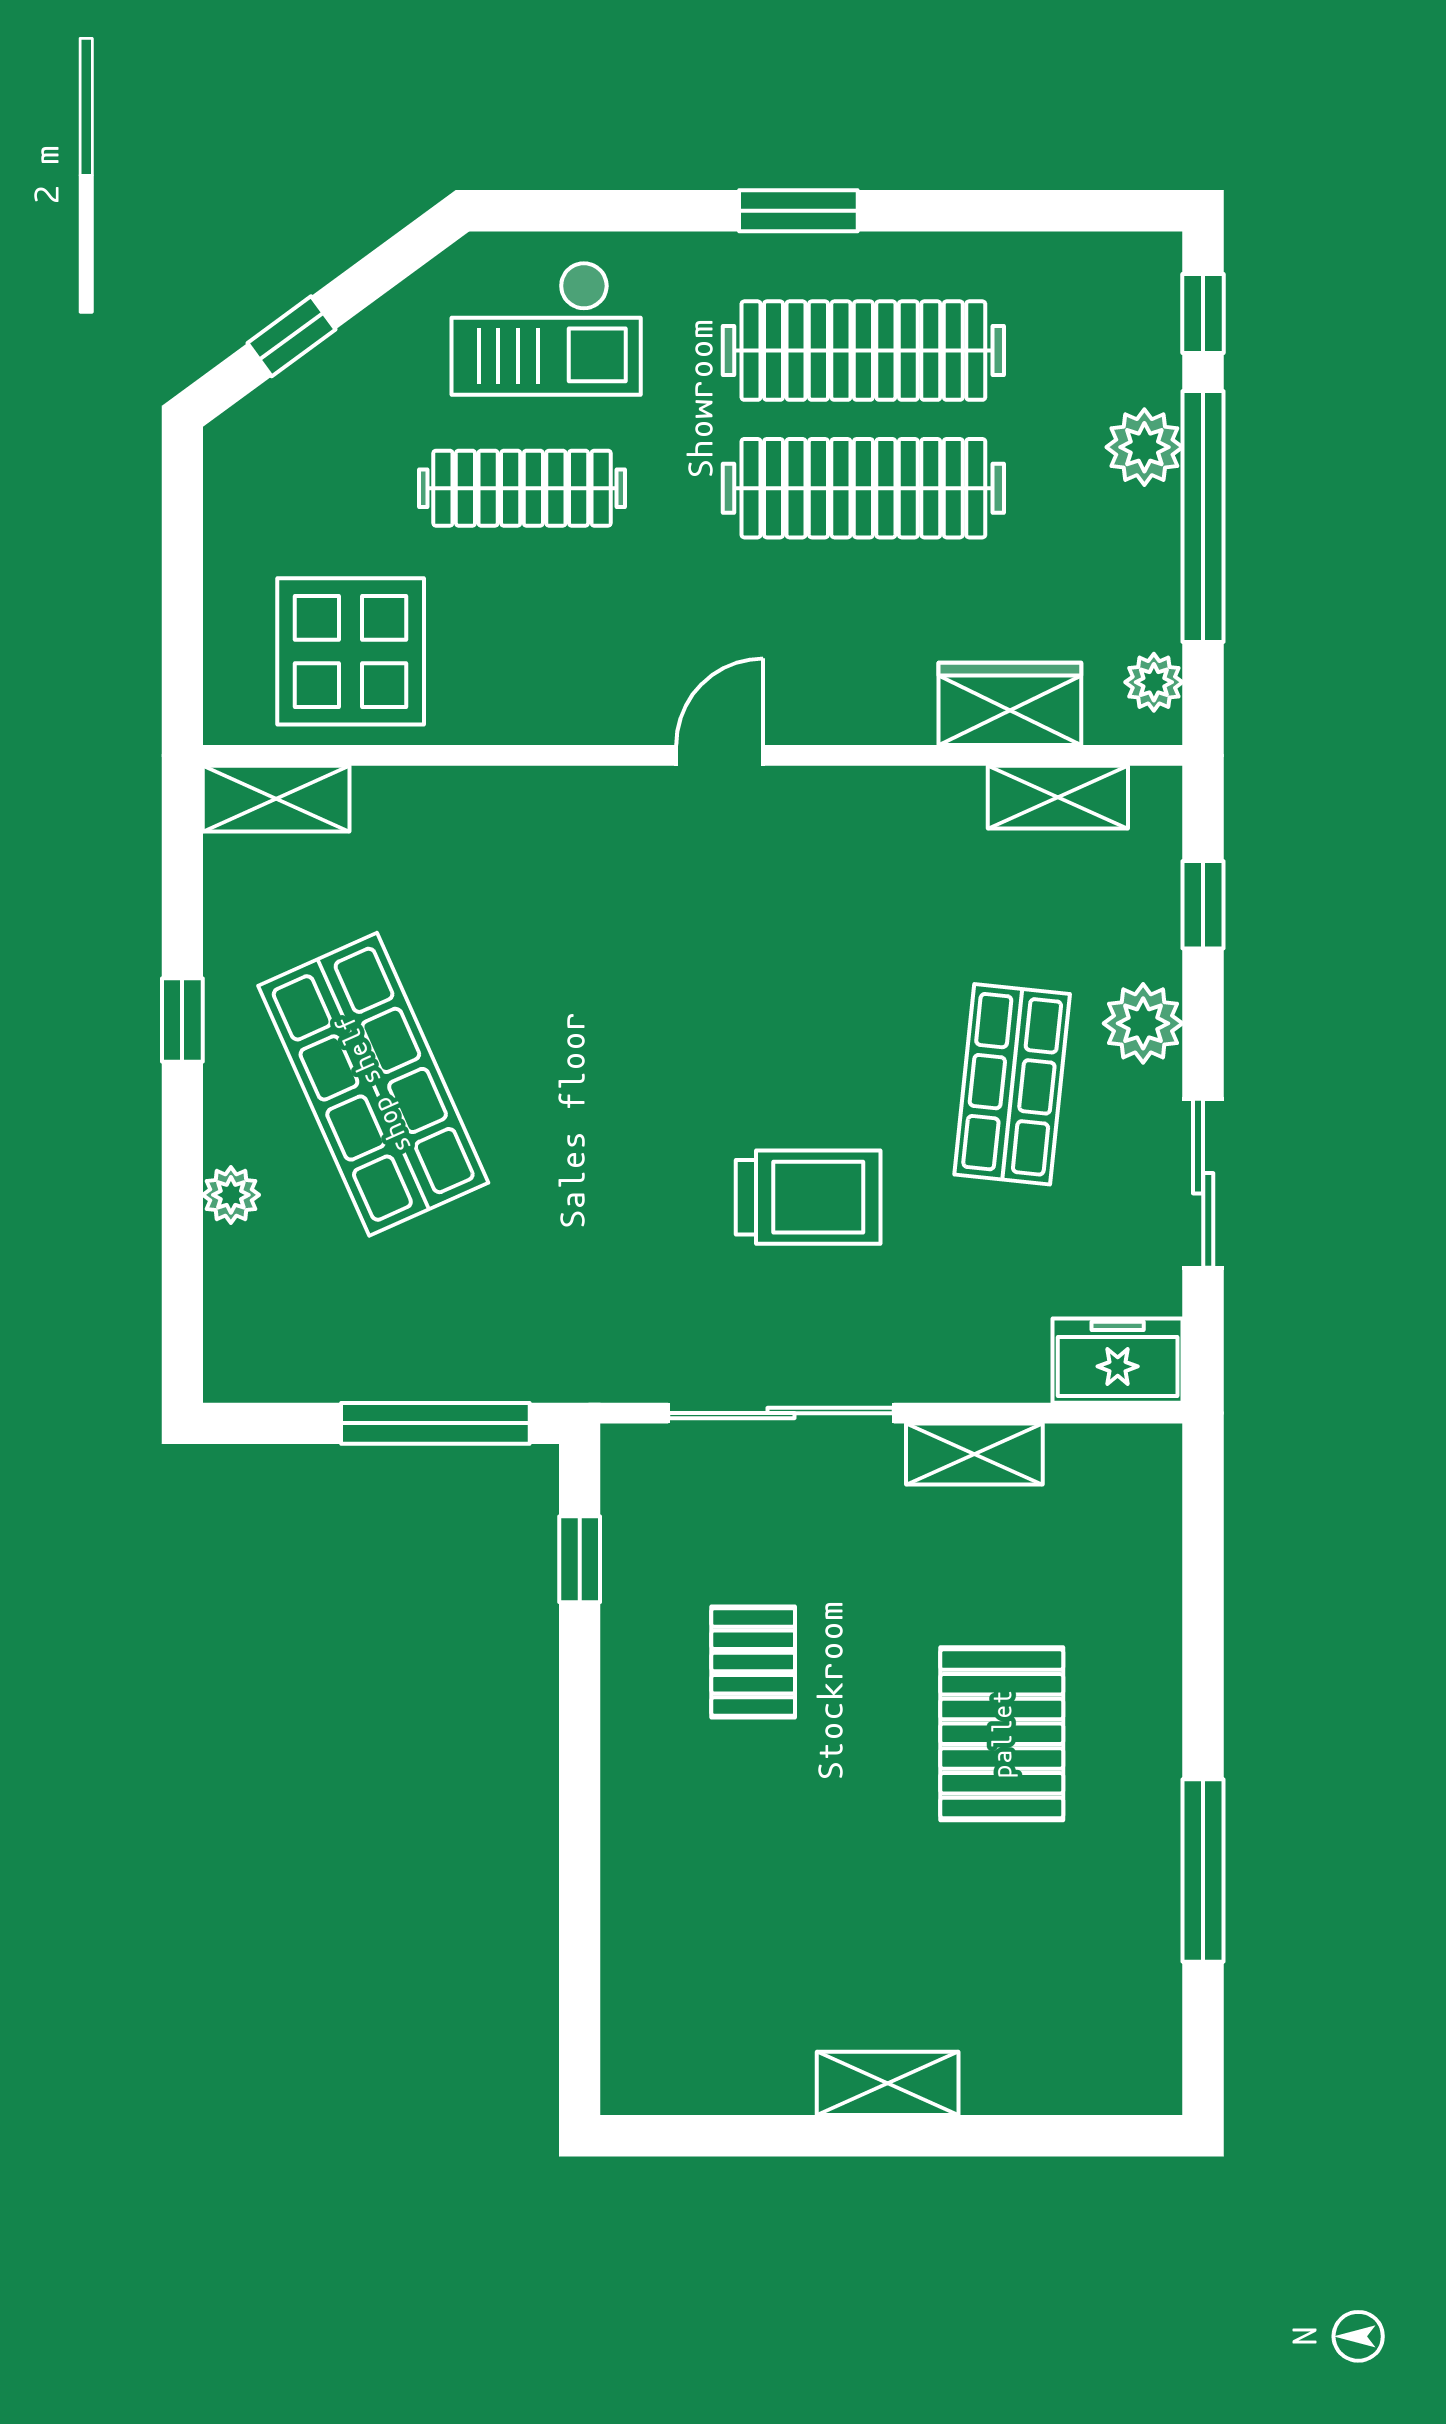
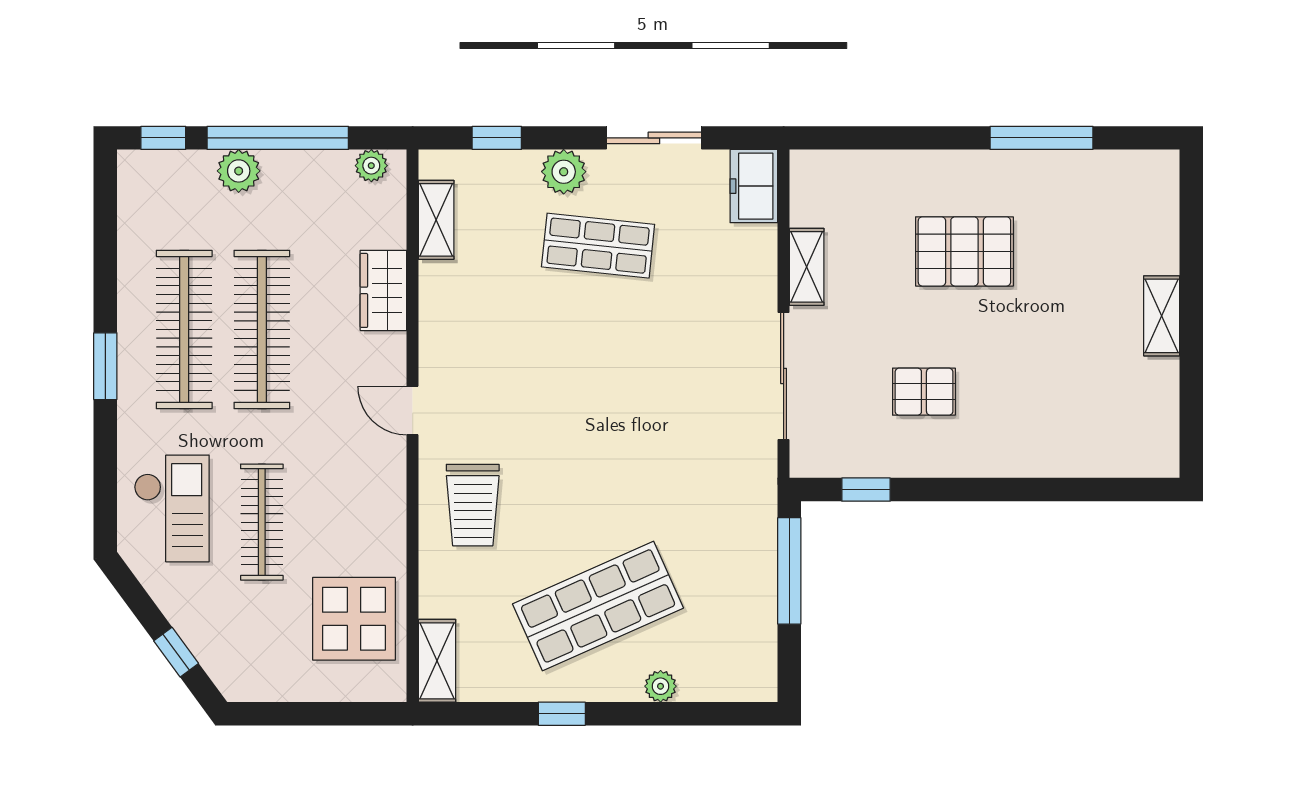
wardrobe: (1010, 704) -> (383, 290), moved
trolley: (808, 1197) -> (473, 505), moved, turned 180

